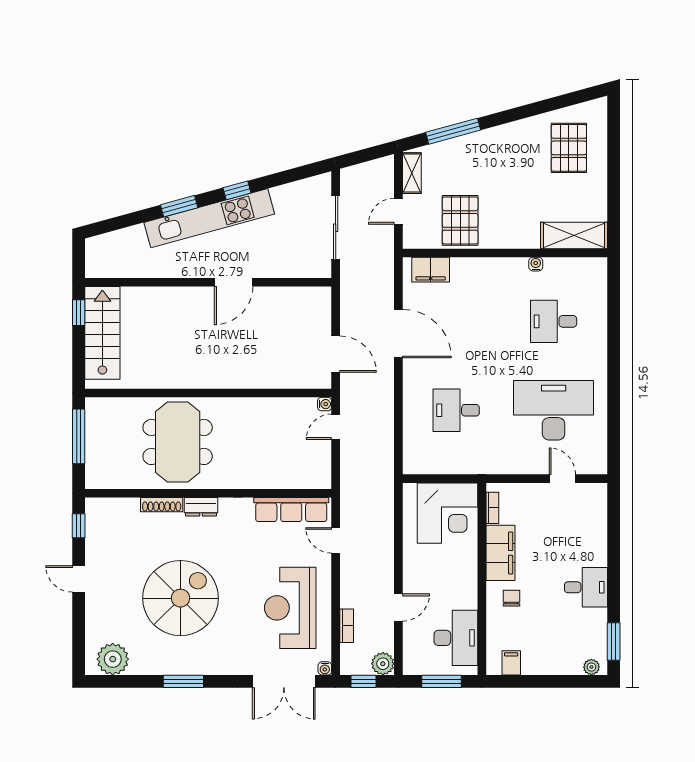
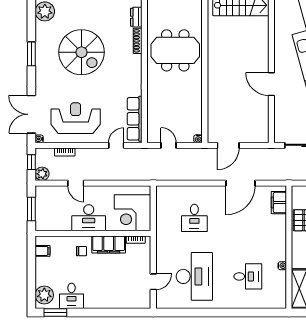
desk: (554, 321) -> (248, 276), turned 90
desk: (456, 410) -> (194, 218), turned 180
door: (336, 427) -> (169, 145), moved
dresser: (201, 507) -> (136, 17), moved
desk: (586, 587) -> (72, 296), moved
desk: (456, 638) -> (89, 218), moved
plant: (591, 667) -> (44, 295), width x1.87, depth x1.87

